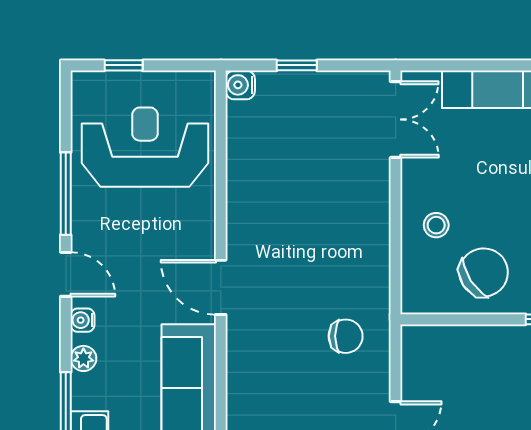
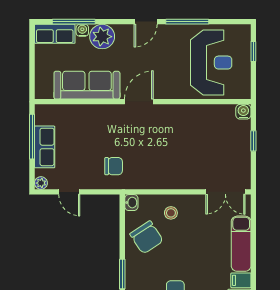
washbasin: (416, 302) -> (131, 203), added
water cooler: (82, 320) -> (82, 30), moved
chair: (346, 336) -> (114, 166), turned -90
plant: (83, 358) -> (102, 37), width x1.87, depth x1.87

